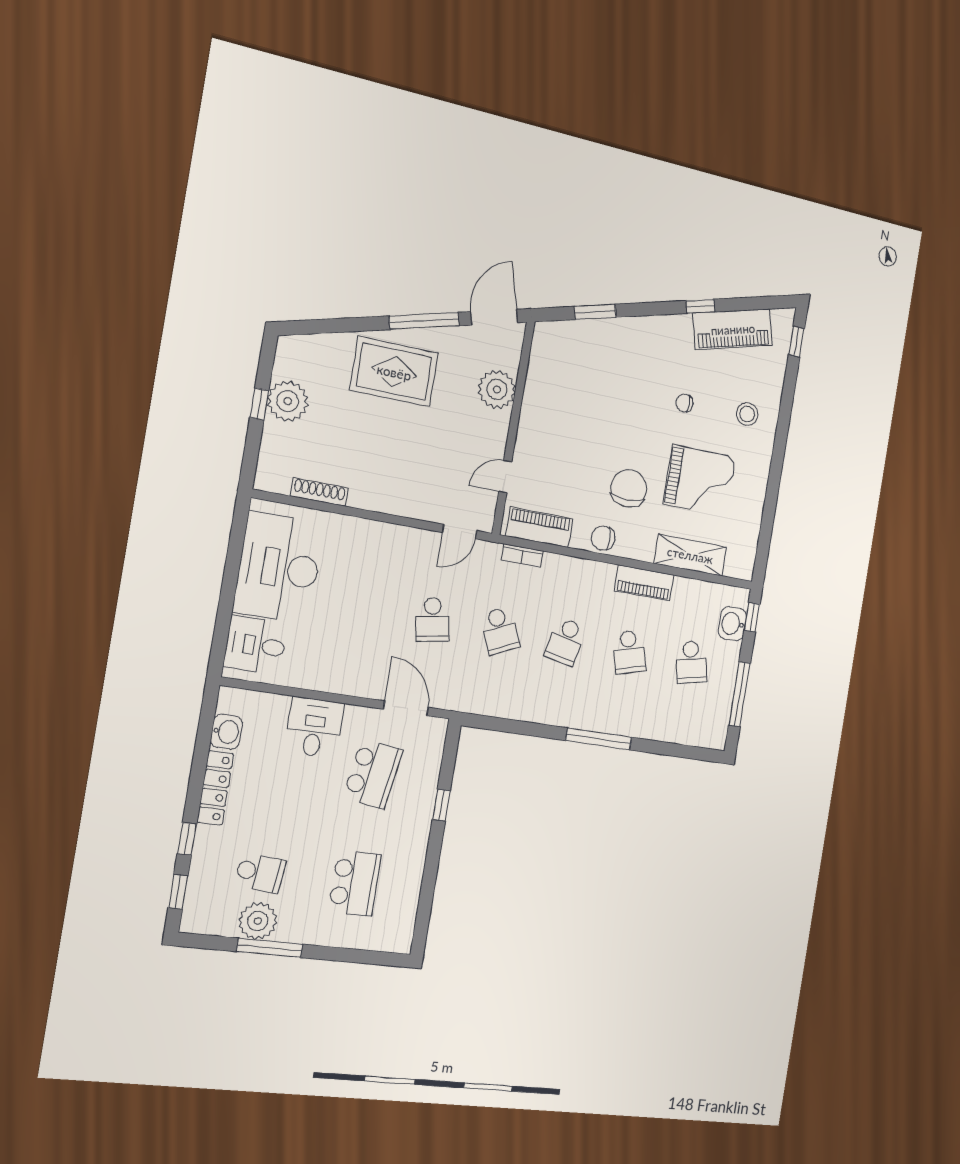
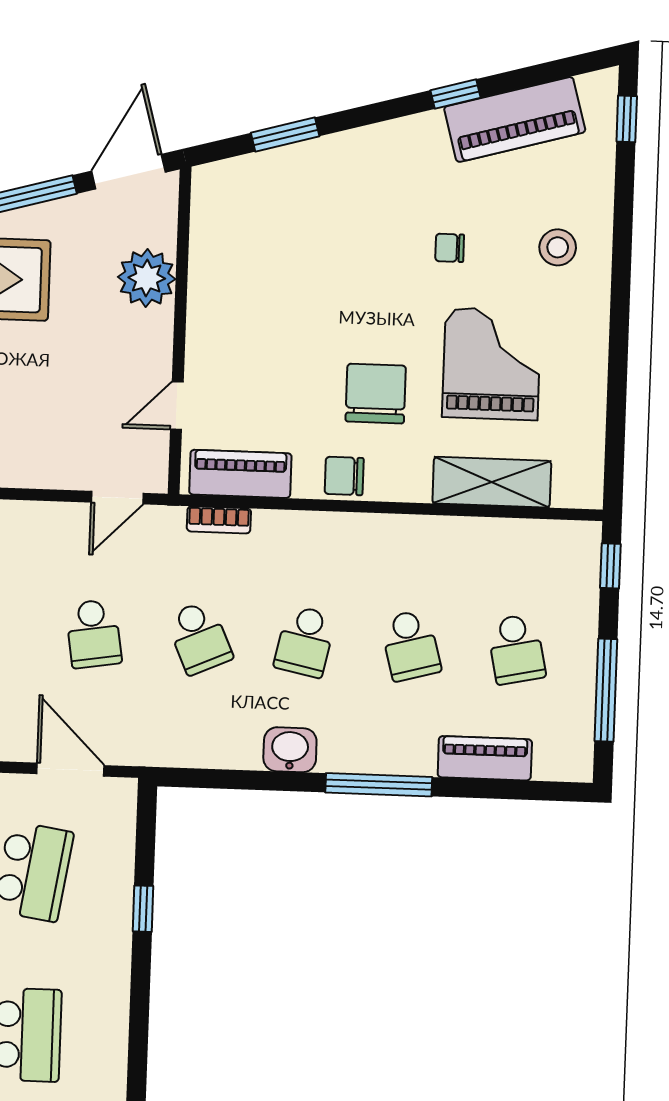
grand piano: (700, 481) -> (492, 364), turned -90
piano: (644, 583) -> (485, 758), moved, turned 180
washbasin: (732, 624) -> (290, 750), moved, turned 90

